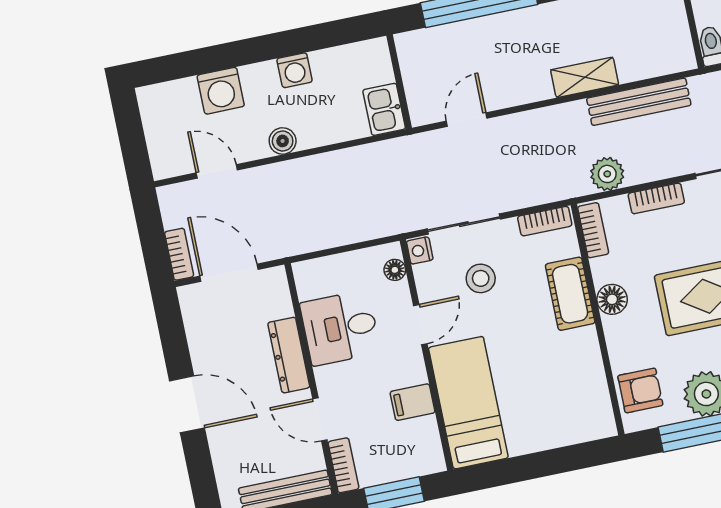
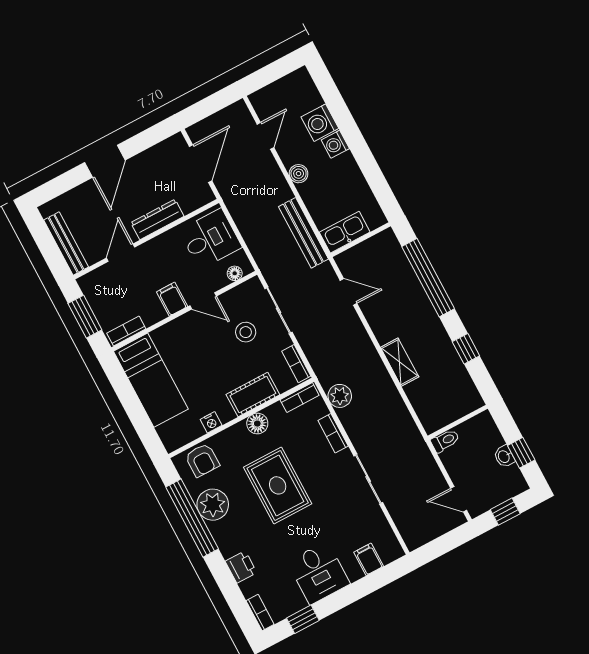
washing machine: (295, 70) -> (335, 144), moved
bench: (639, 102) -> (303, 233), moved
kitchen sink: (384, 109) -> (345, 232), width x1.38
nightstand: (420, 250) -> (211, 422), moved, turned 180
bookcase: (179, 254) -> (203, 127), removed
desk: (340, 328) -> (210, 239), moved, turned 90
filing cabinet: (413, 402) -> (172, 299), moved
bed: (468, 403) -> (151, 380), moved, turned 90
bookcase: (343, 465) -> (126, 331), moved, turned 180

